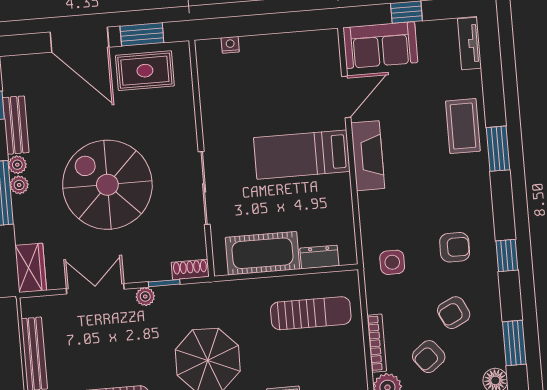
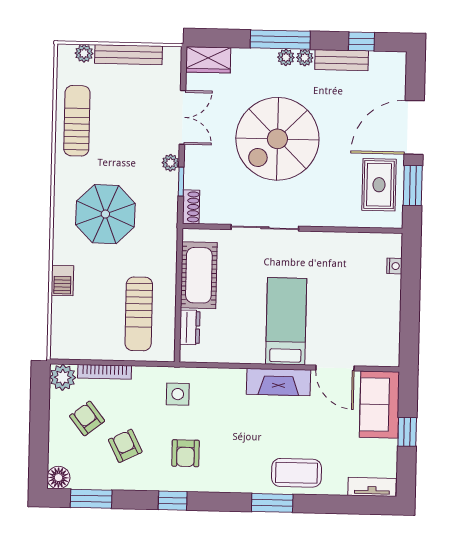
spiral stairs: (107, 185) -> (277, 139), turned 180

